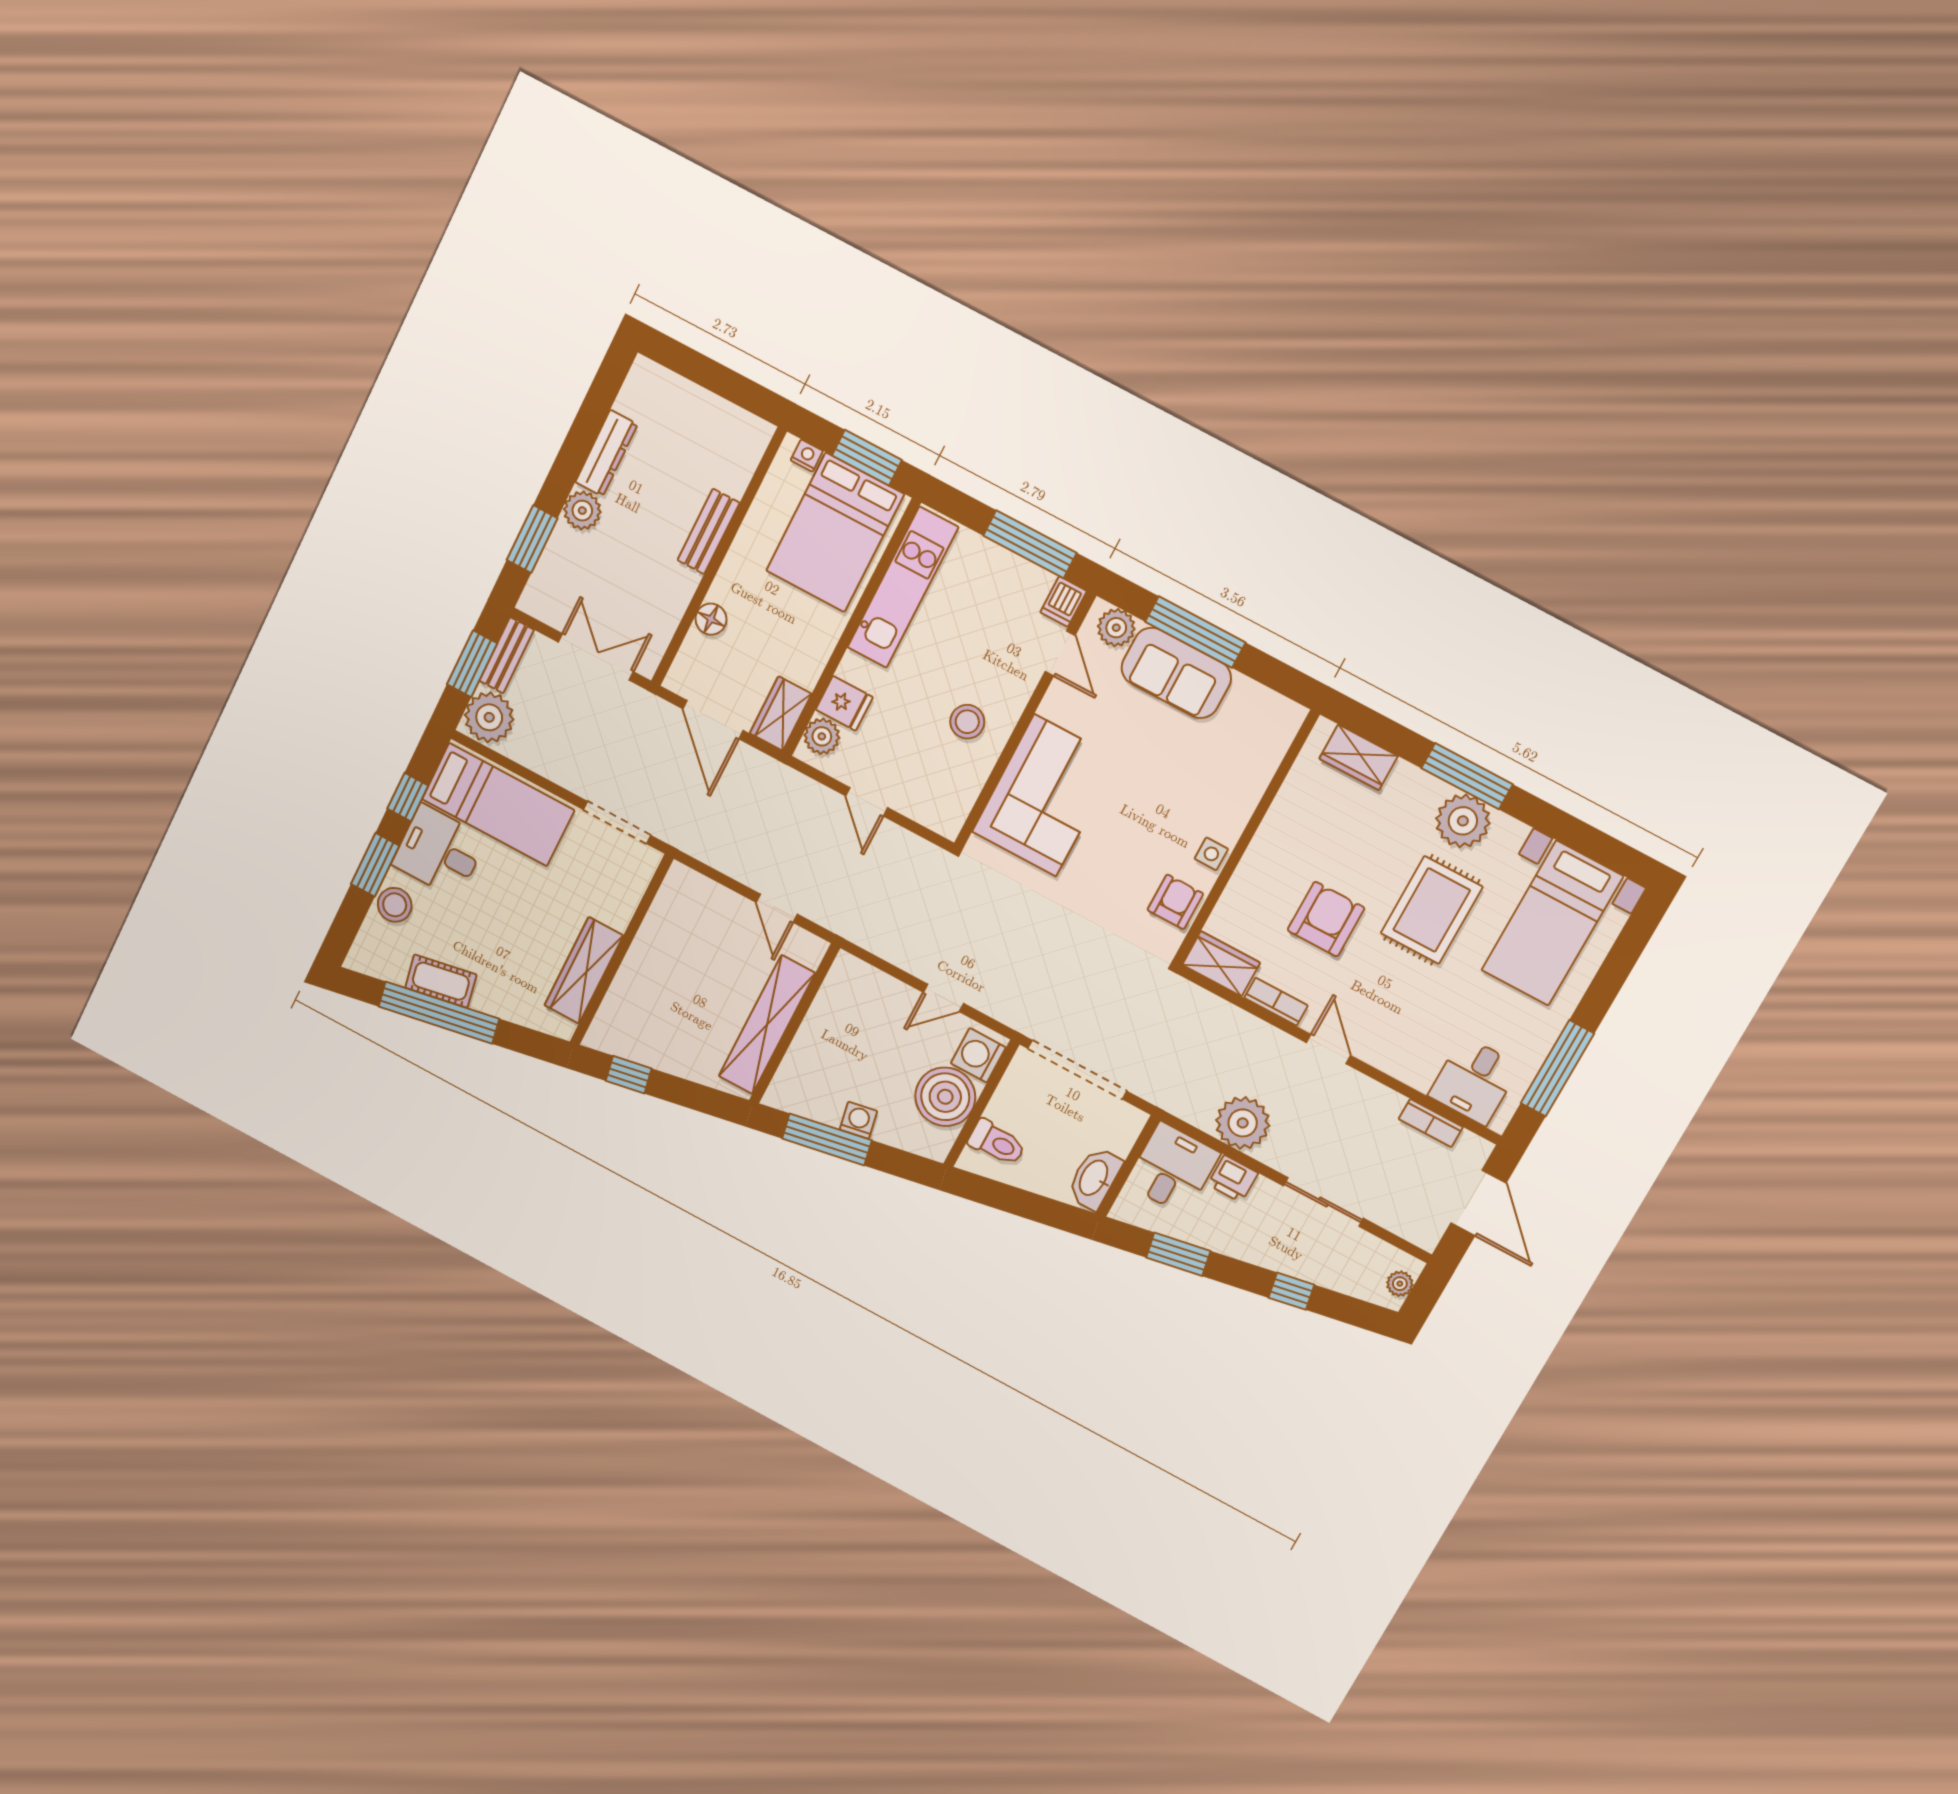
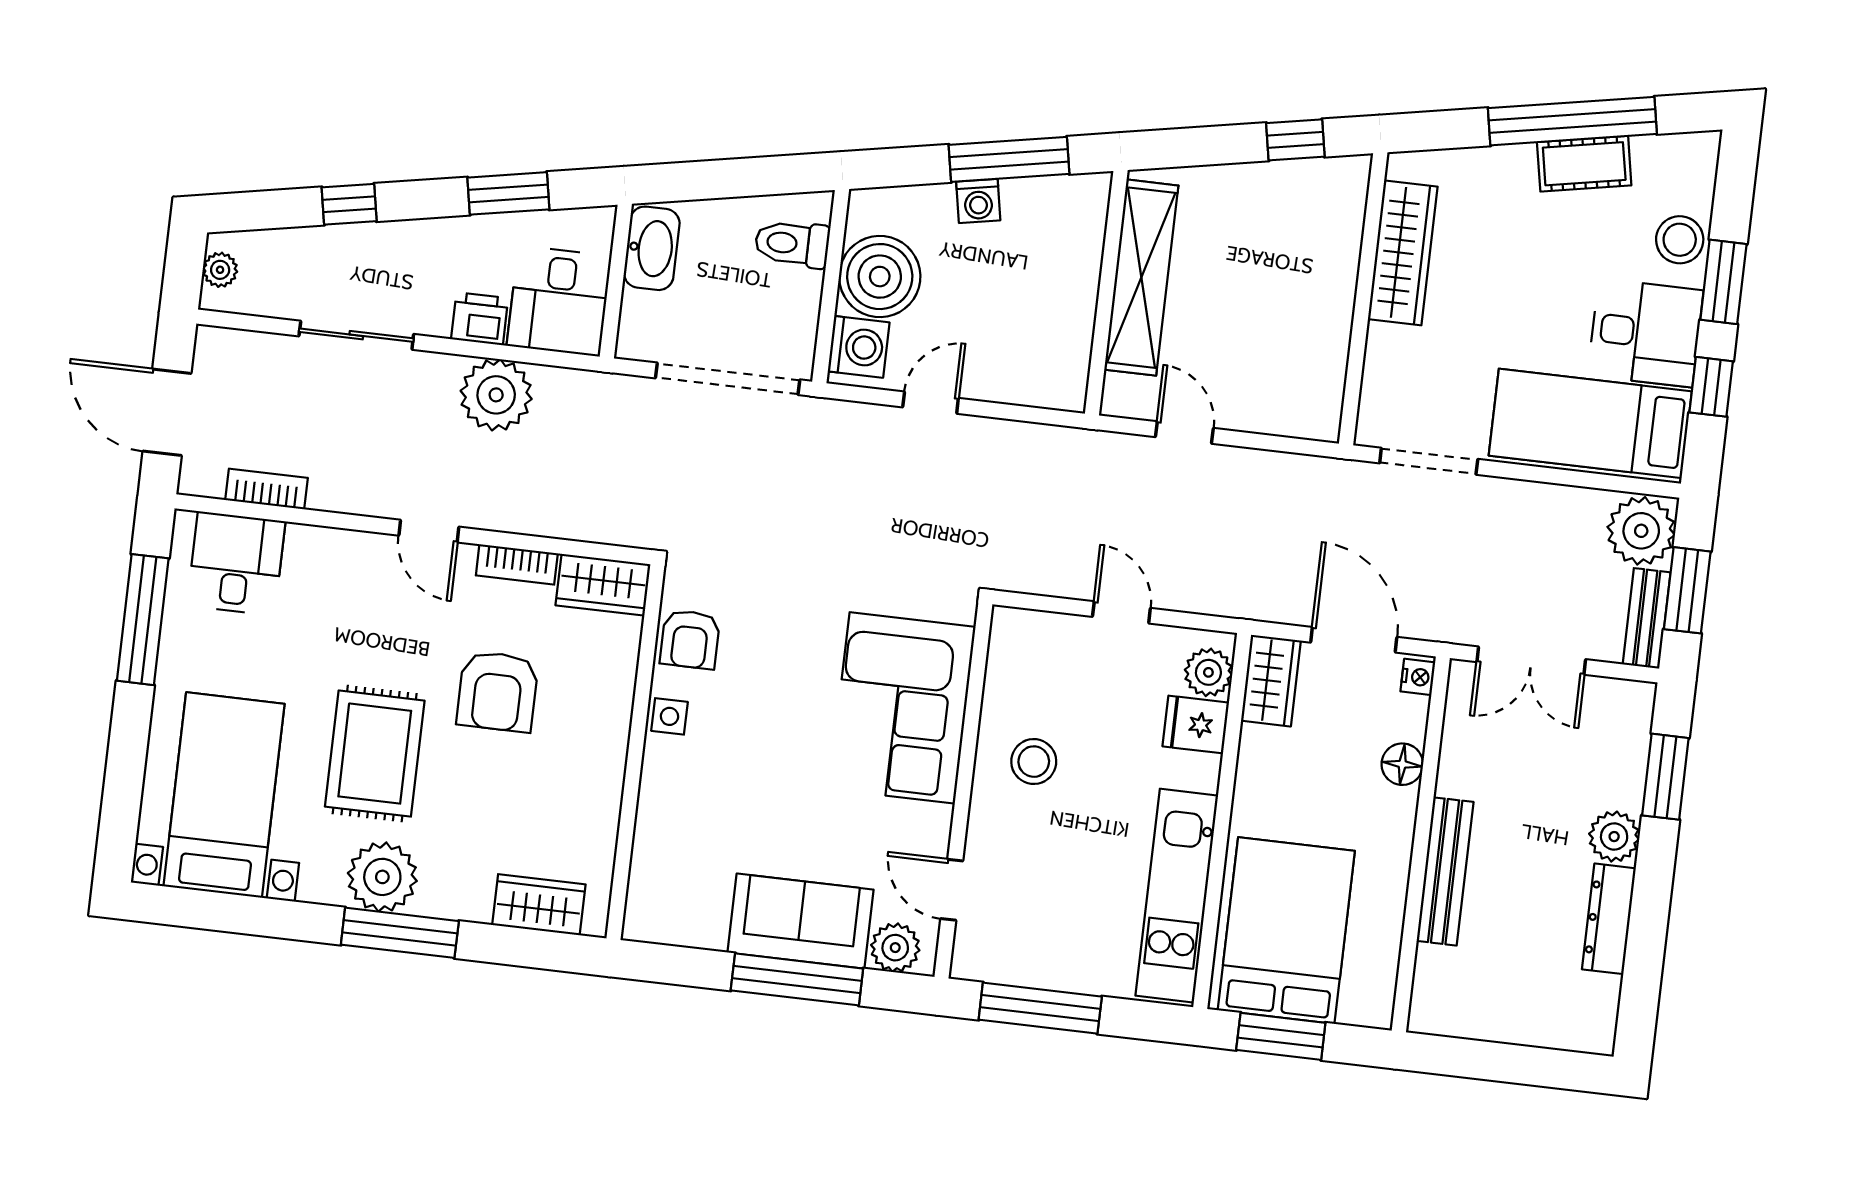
nightstand: (807, 456) -> (1418, 677), moved, turned -90
bench: (709, 531) -> (1445, 871), width x1.36
dishwasher: (1063, 602) -> (972, 954), removed

